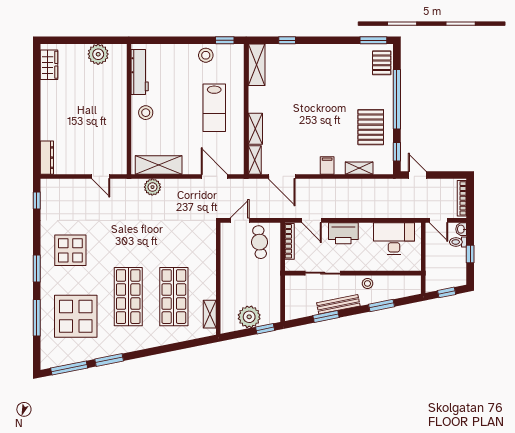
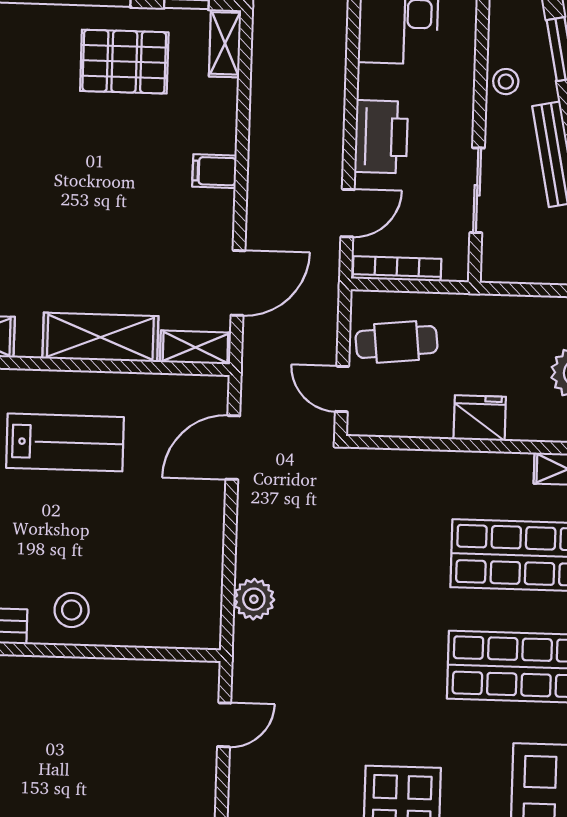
shelving: (255, 129) -> (100, 337), width x1.50, depth x1.33
shelving: (159, 165) -> (200, 582), removed
shelving: (359, 168) -> (225, 43), moved
fridge: (229, 277) -> (480, 418), added

